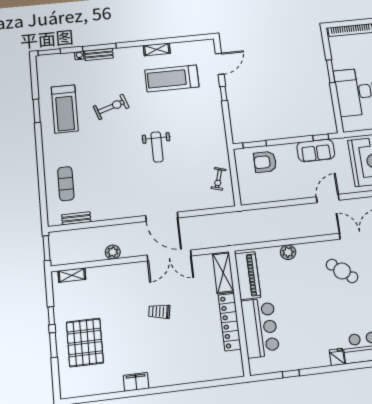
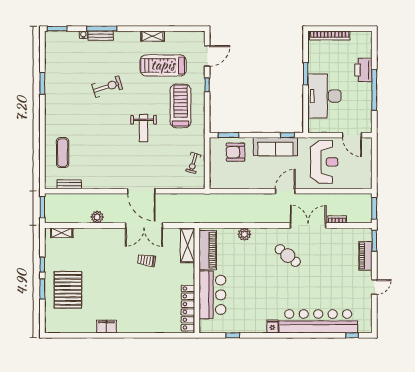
treadmill: (65, 109) -> (181, 106), moved, turned 180
sofa: (316, 150) -> (275, 147), width x1.36
trolley: (159, 312) -> (147, 260), moved
locker: (230, 322) -> (188, 308), moved

